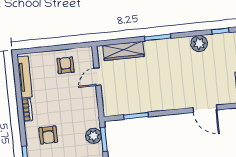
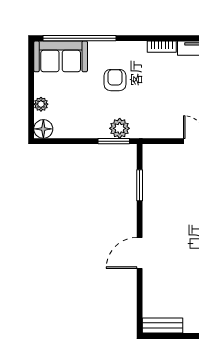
door: (205, 109) -> (140, 253), moved
armchair: (48, 135) -> (115, 80), moved, turned 90

